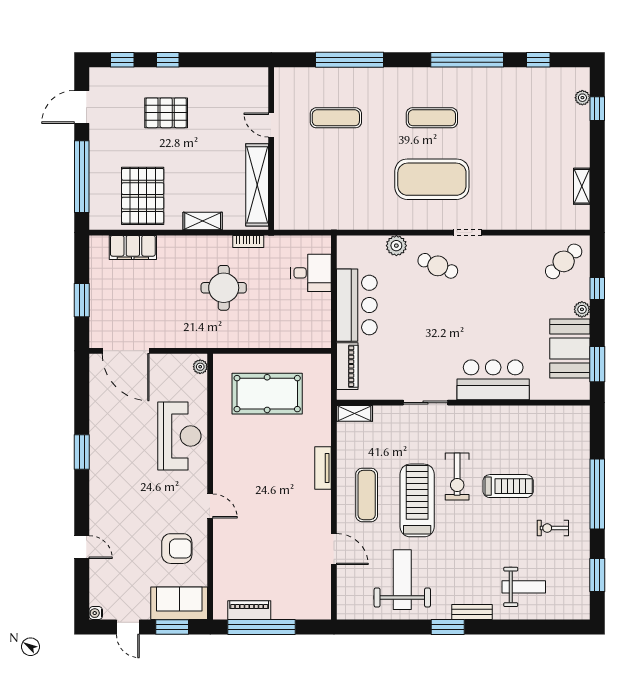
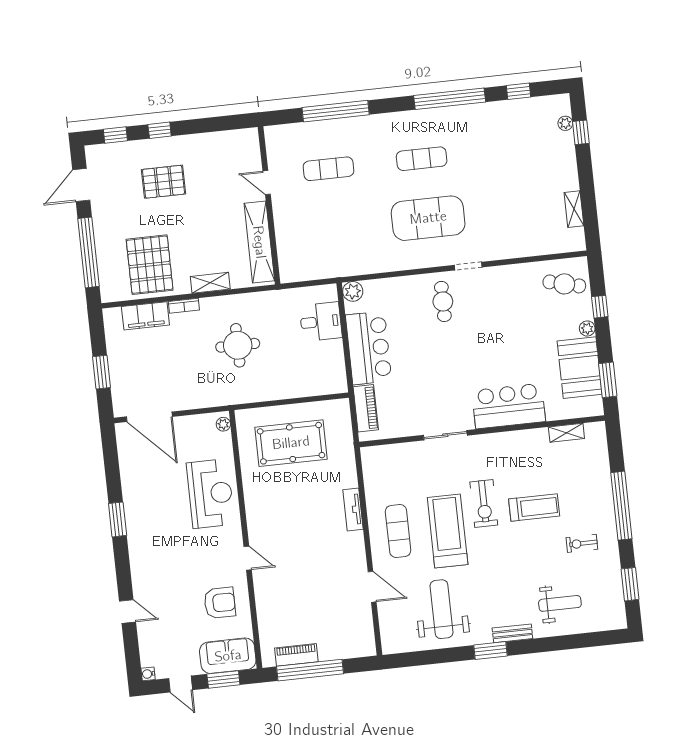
bookcase: (248, 241) -> (184, 306), moved
plant: (396, 246) -> (353, 291), moved
cafe table: (564, 261) -> (564, 284), turned 57
cafe table: (438, 266) -> (443, 301), turned 67
shelving: (355, 413) -> (566, 433), moved

